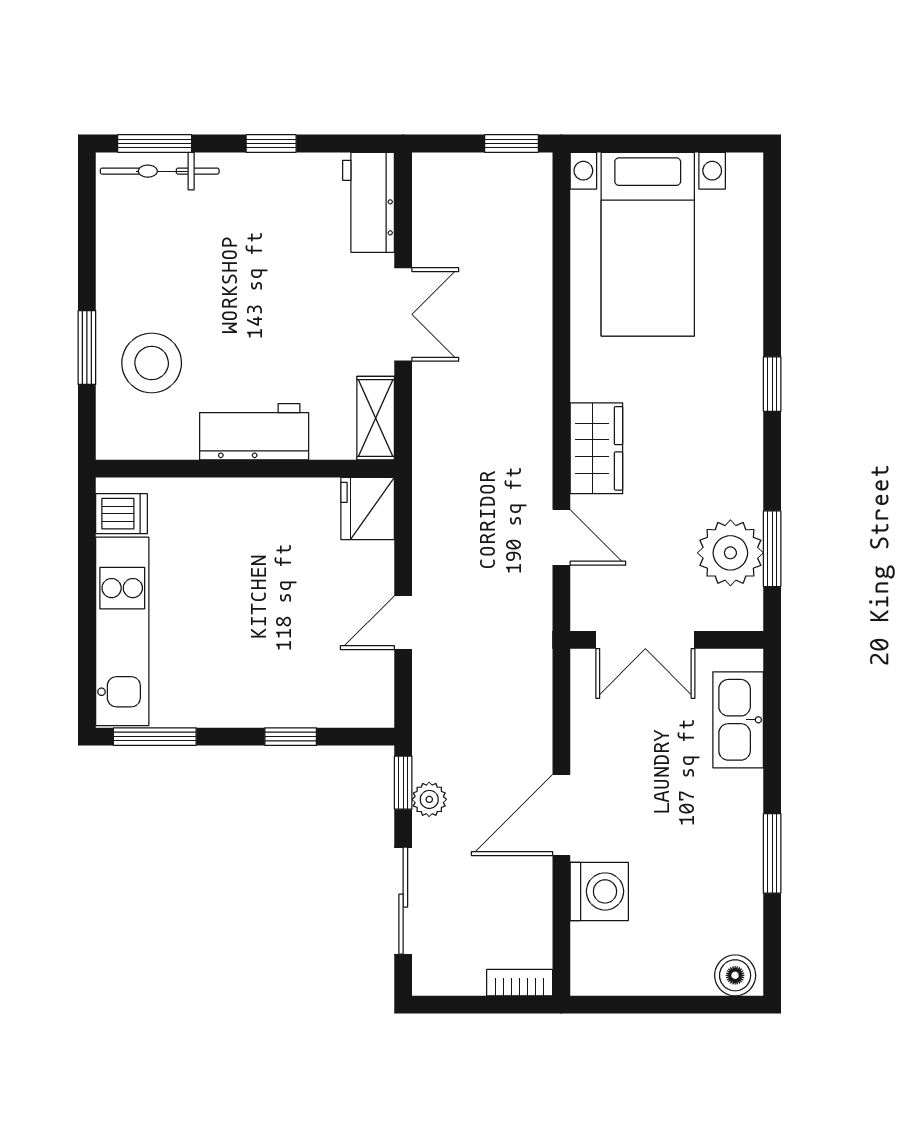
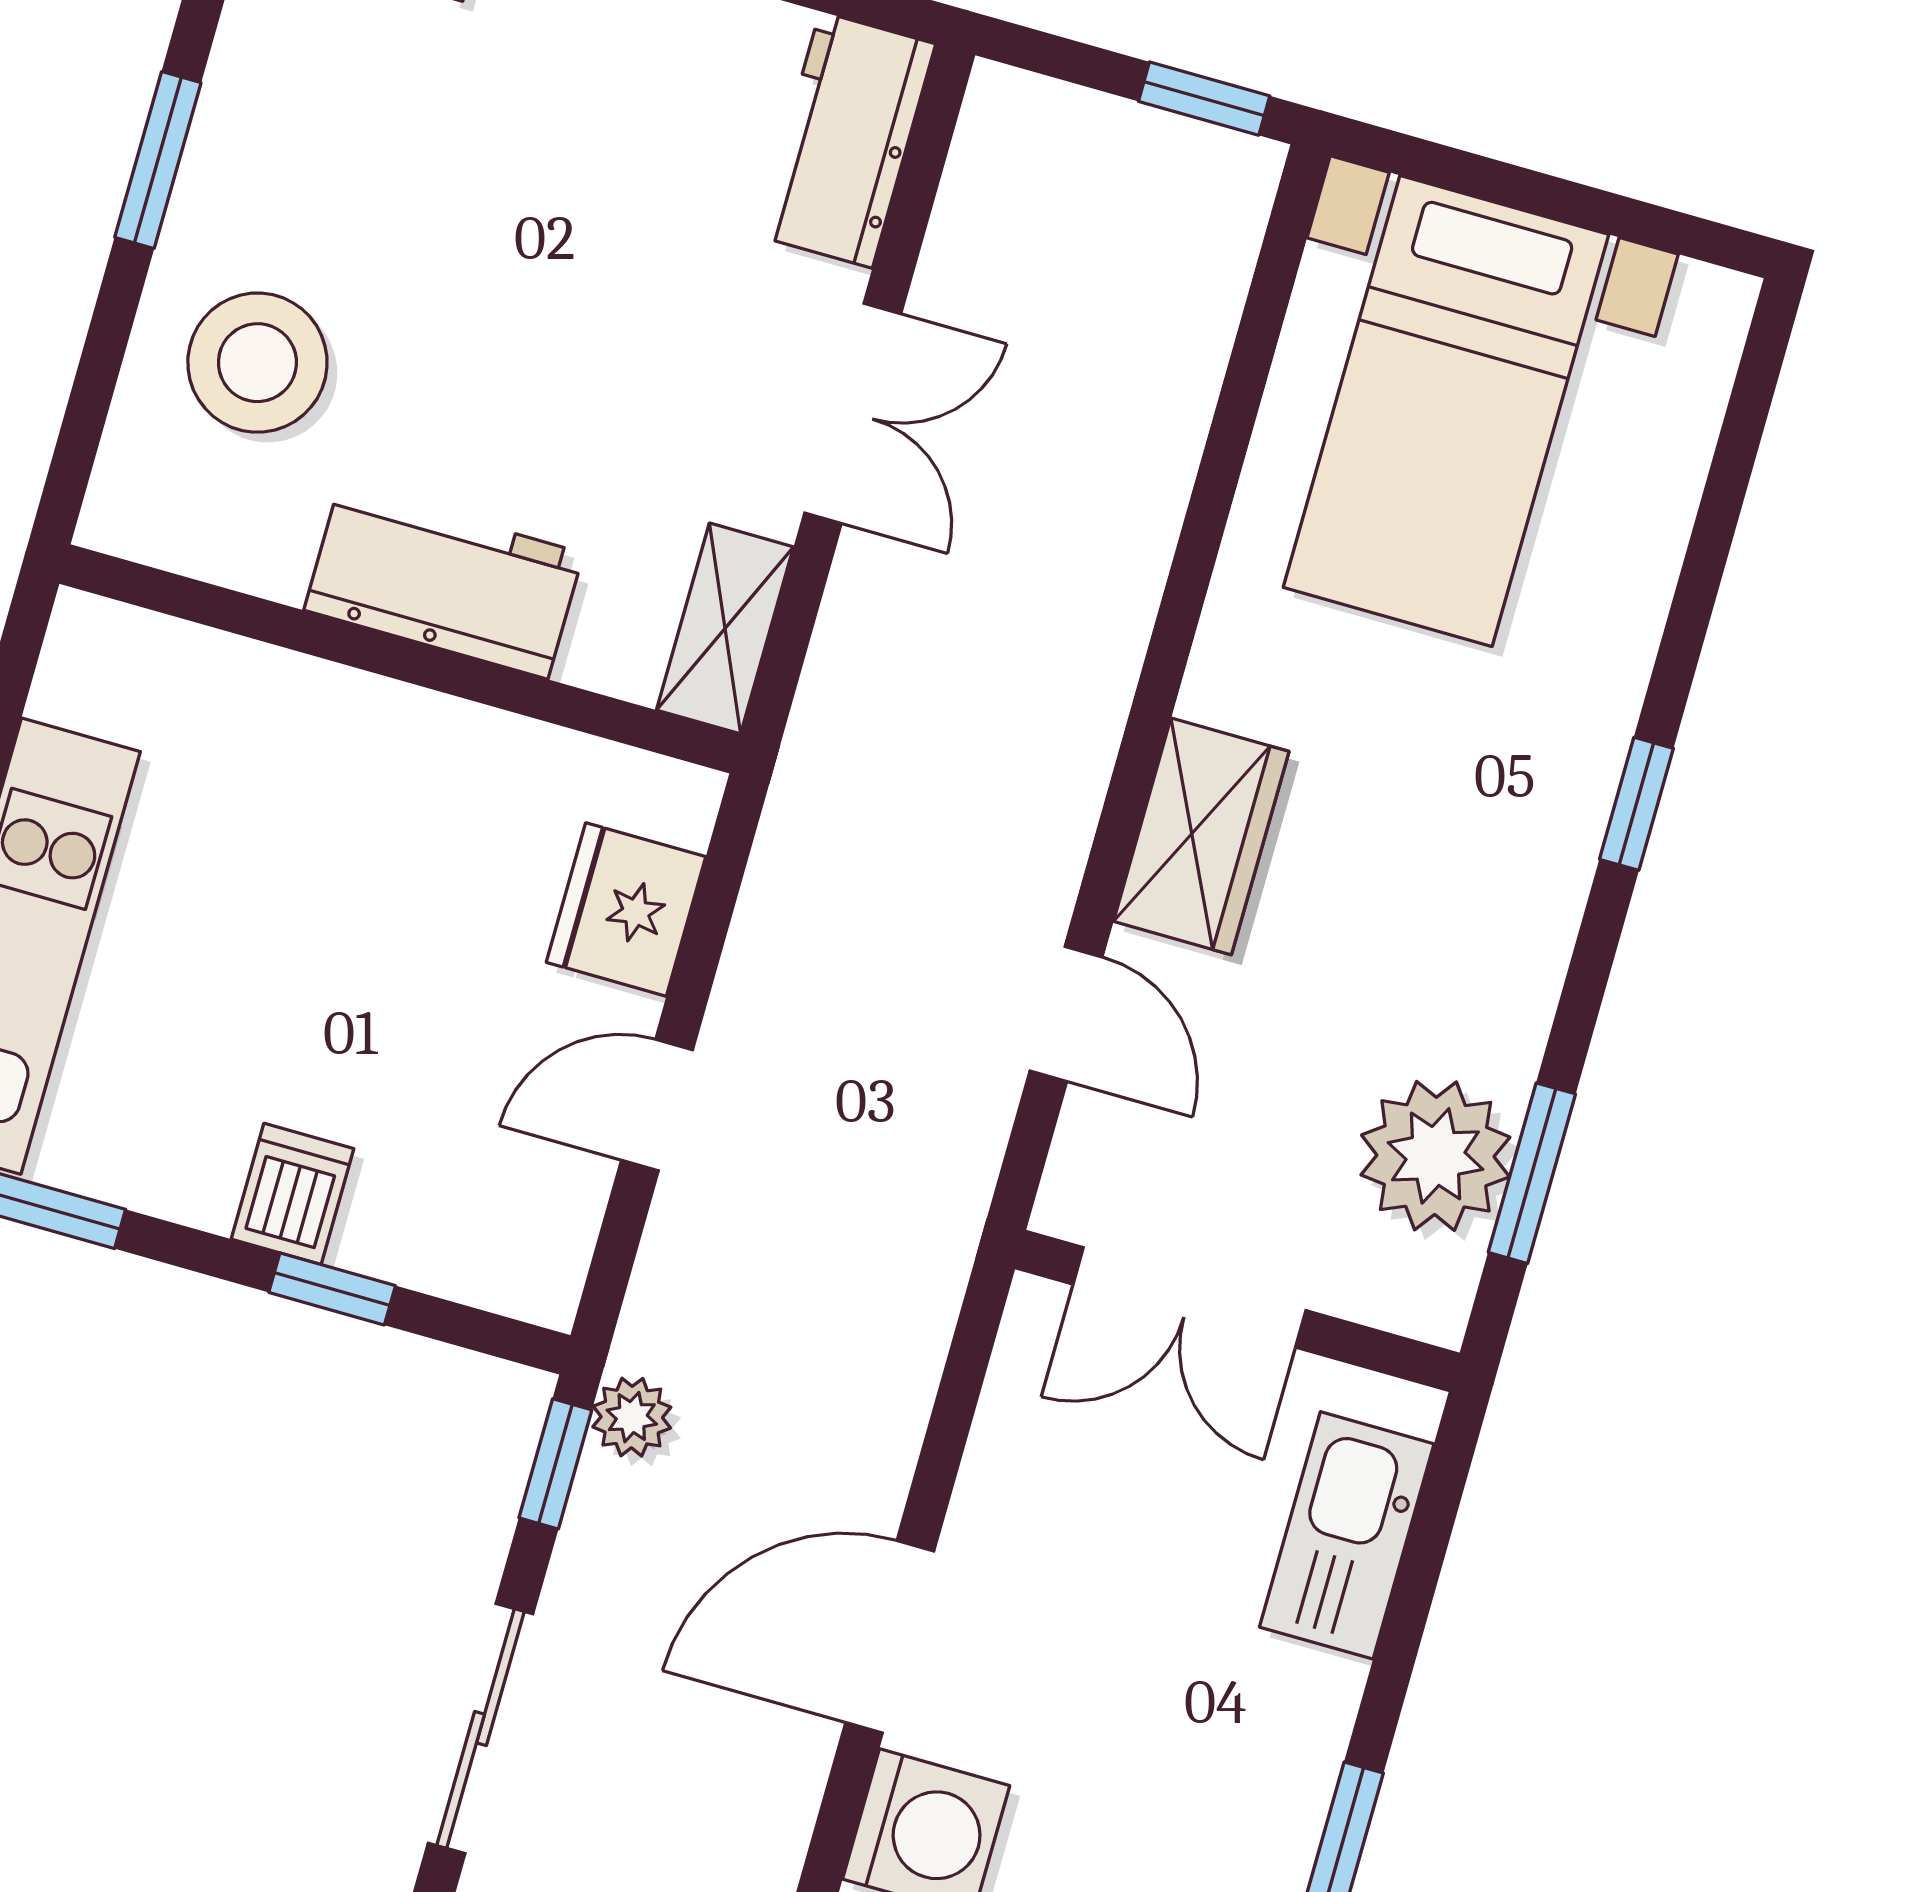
window: (87, 348) -> (158, 160), moved
fridge: (368, 509) -> (626, 910), moved
dishwasher: (121, 514) -> (293, 1194), moved, turned -90
plant: (429, 799) -> (632, 1417), moved

